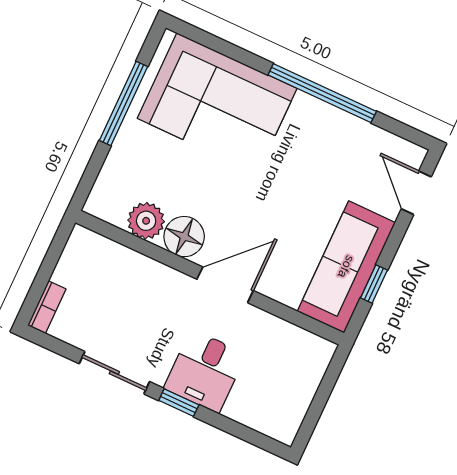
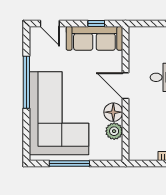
corner sofa: (217, 103) -> (59, 113), width x1.36, depth x1.36
door: (416, 193) -> (50, 23), hinge flipped

